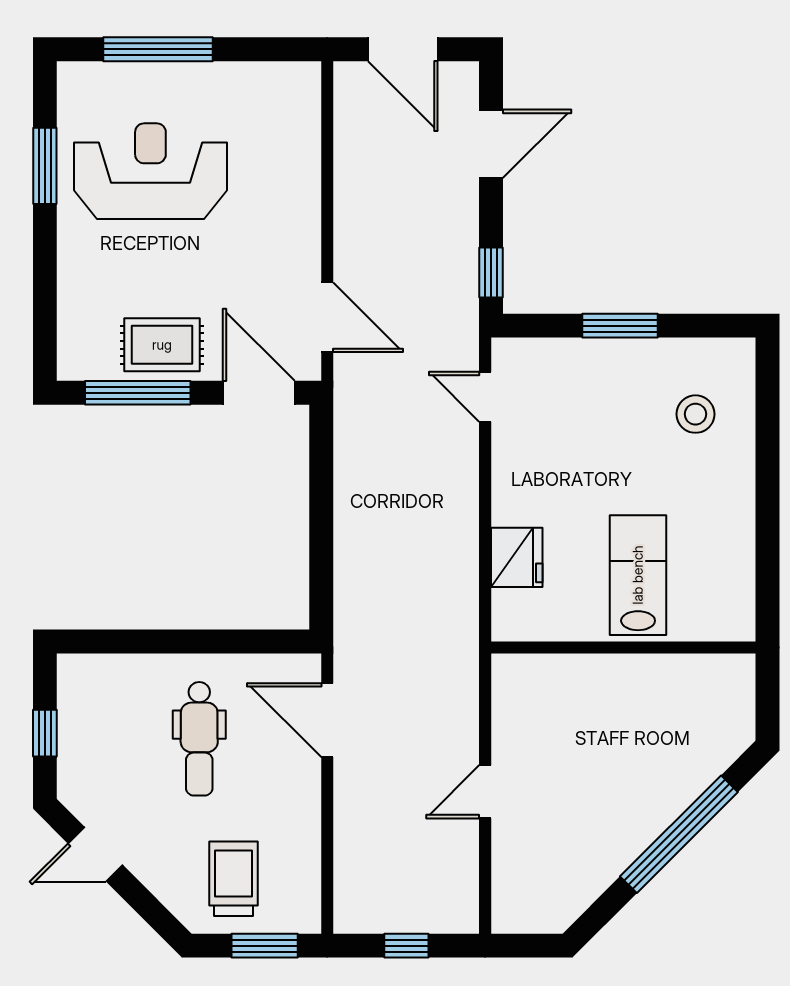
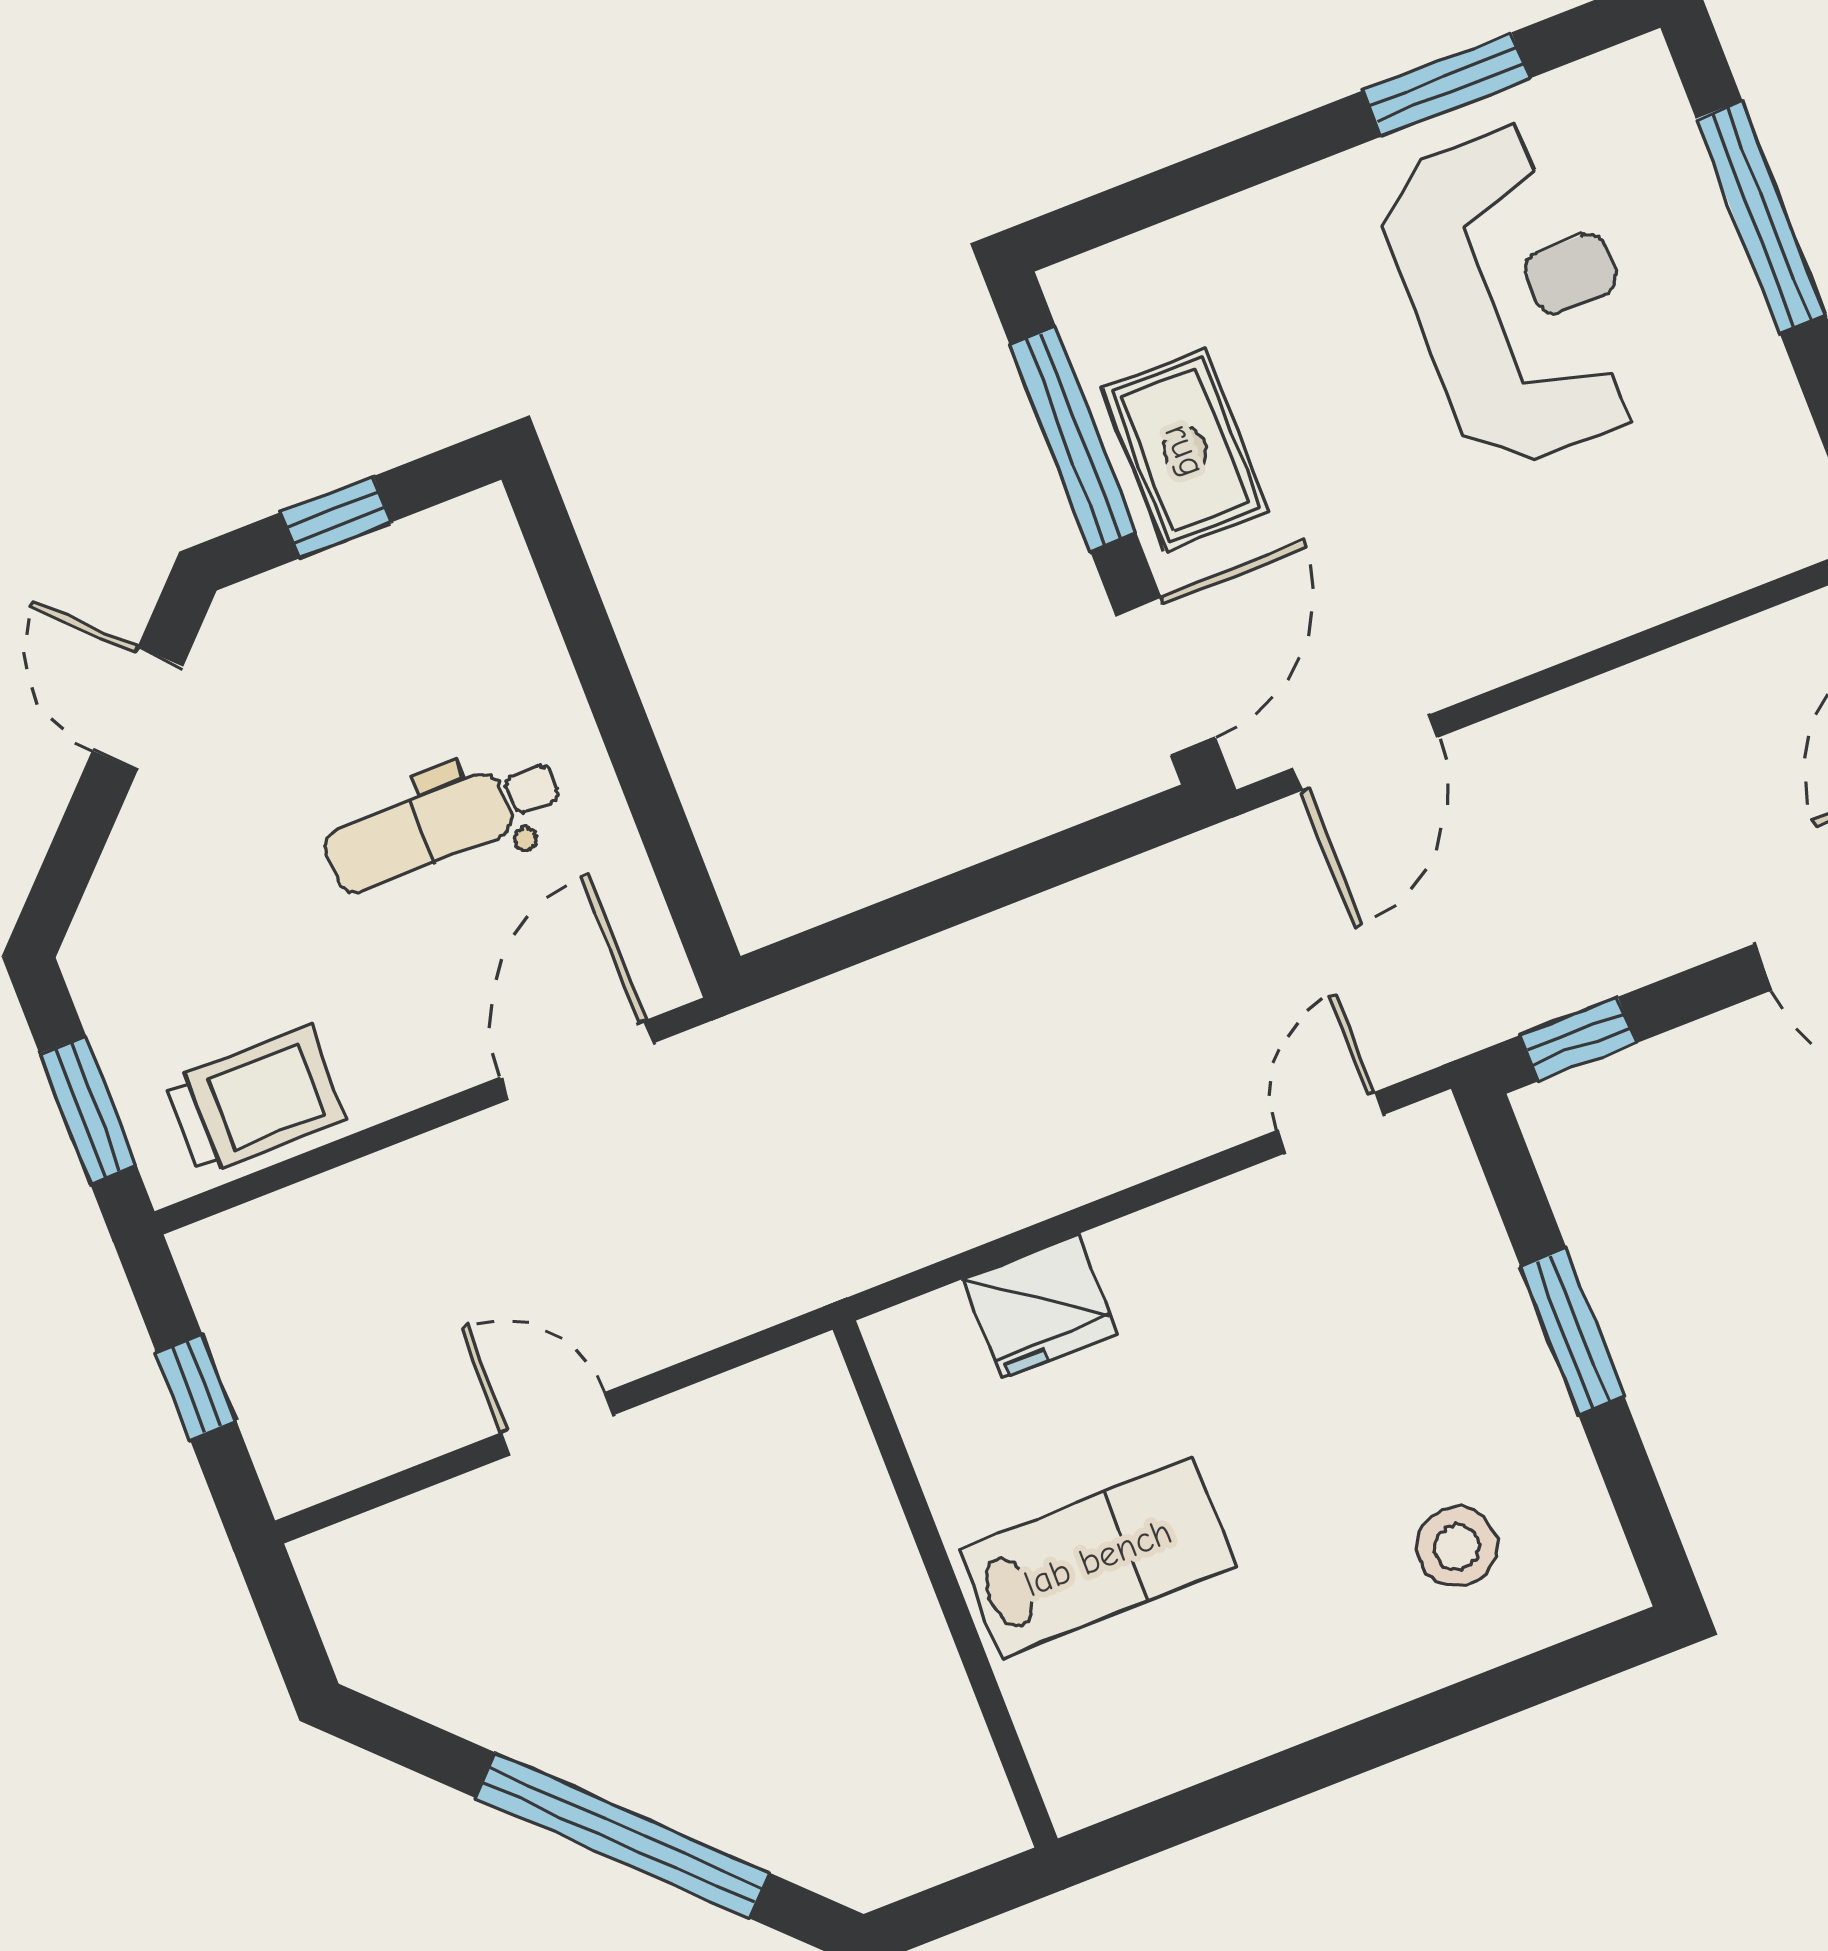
trolley: (234, 879) -> (255, 1101), moved

